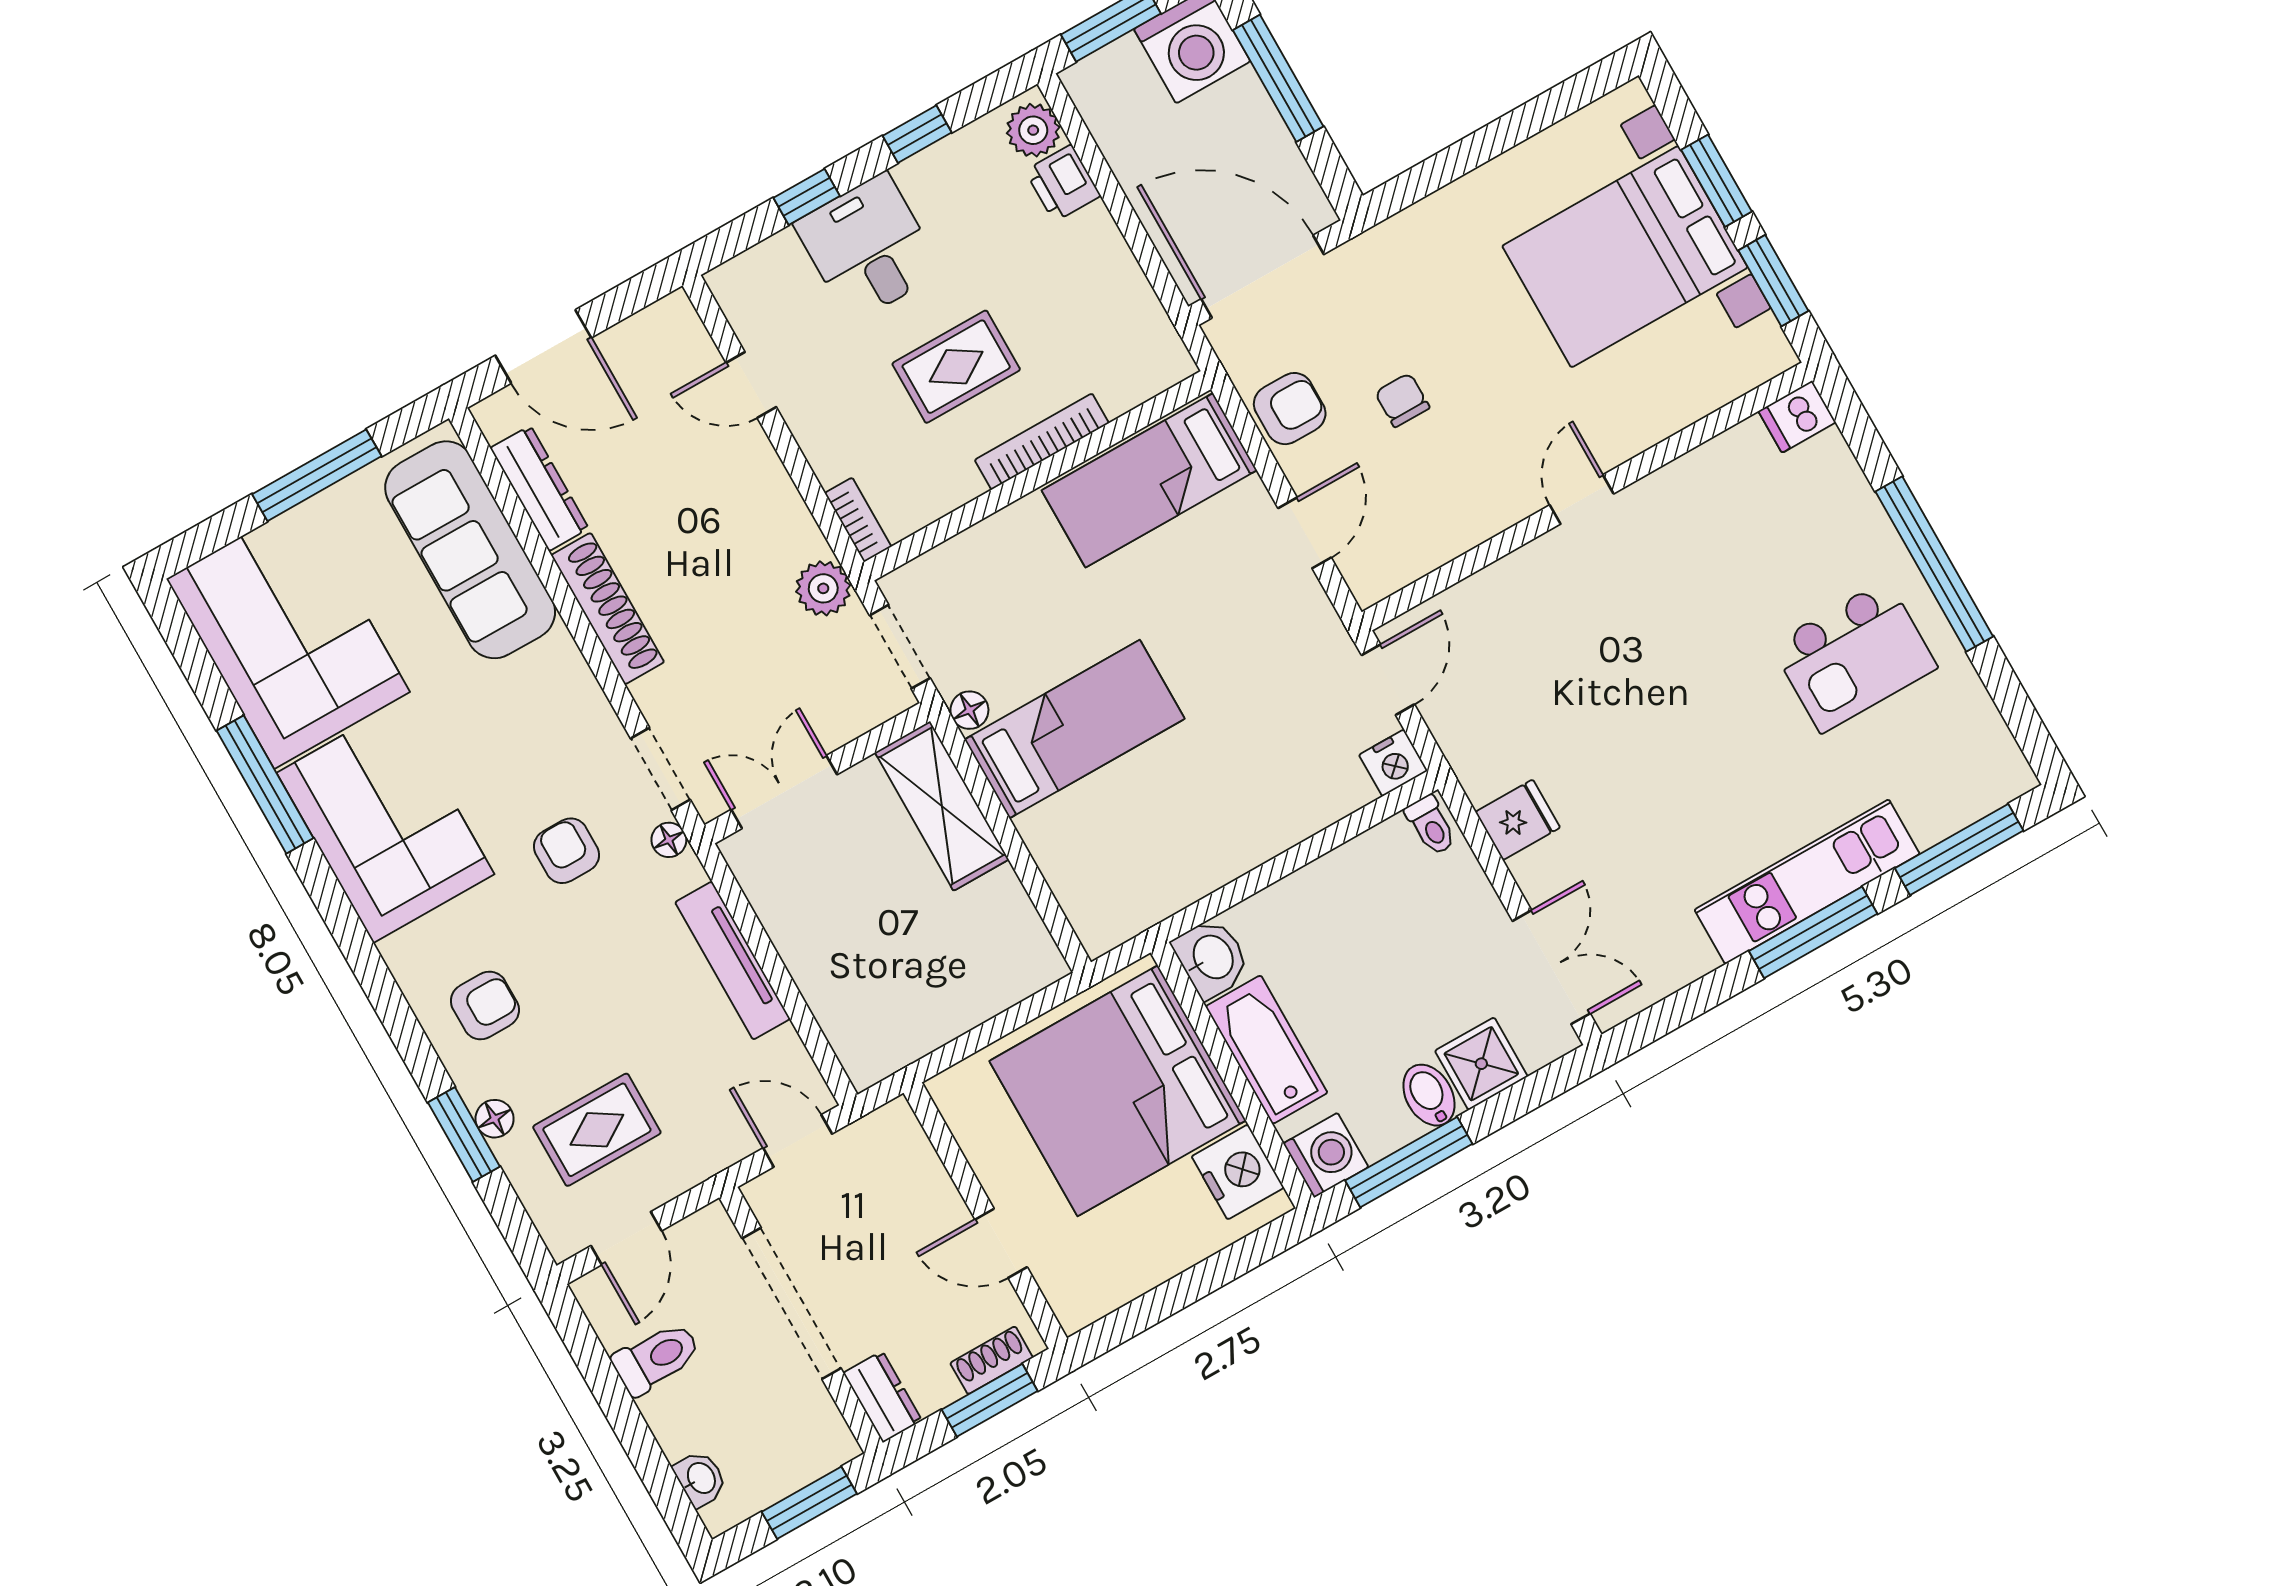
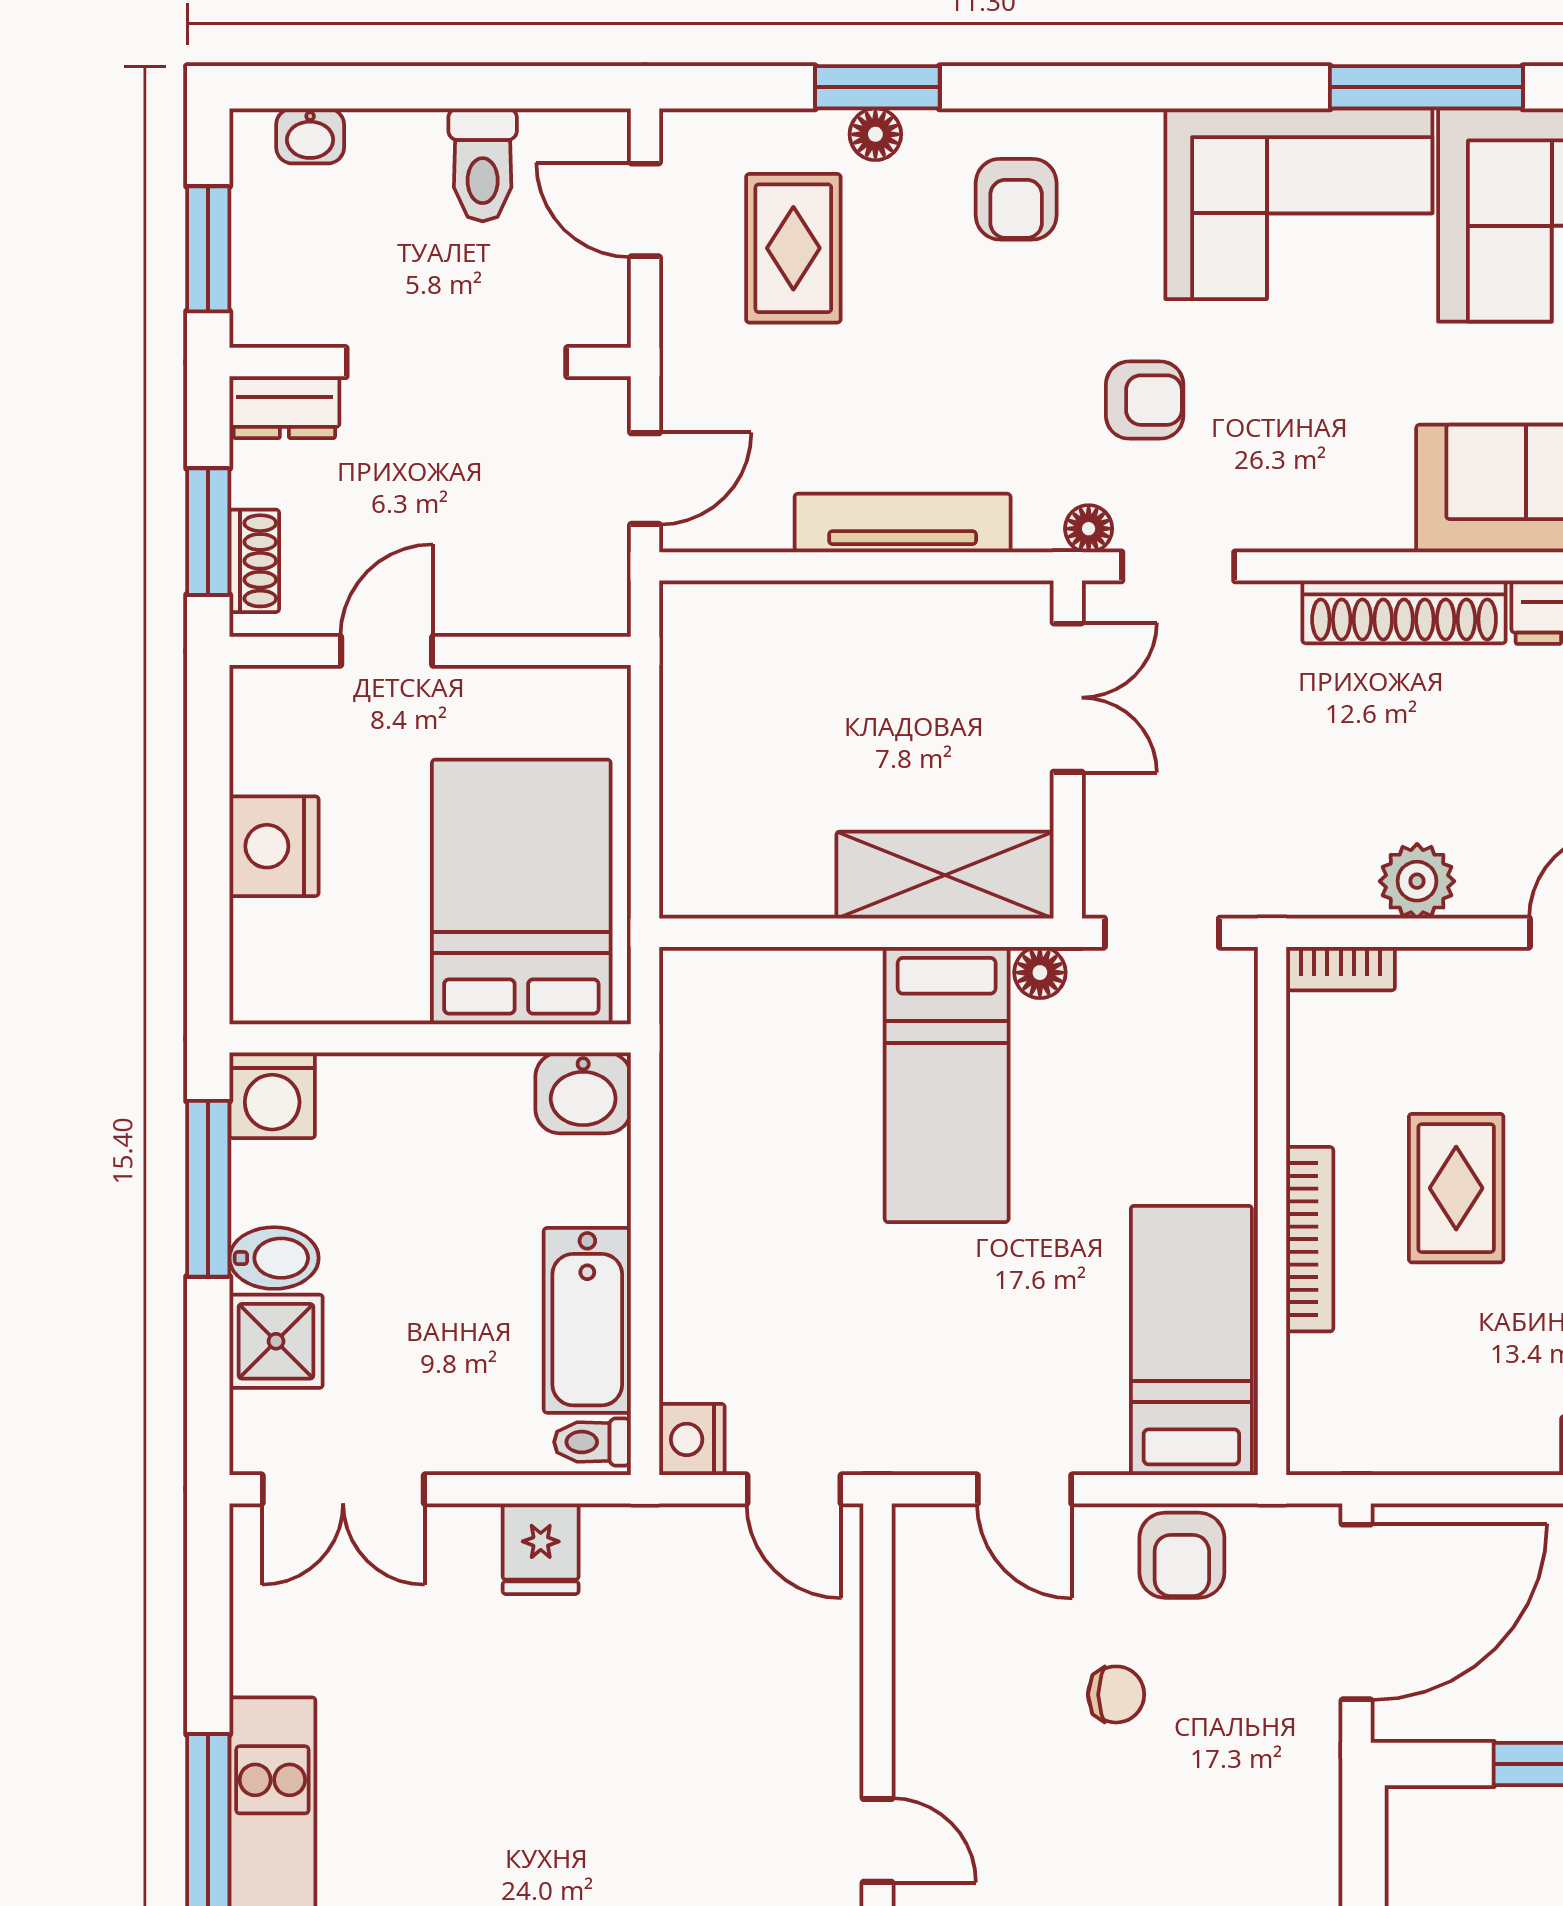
plant: (823, 588) -> (1417, 881), moved
bathtub: (1267, 1050) -> (587, 1320), moved, turned 90
bed: (1118, 1091) -> (521, 892), width x0.73
nightstand: (1238, 1172) -> (274, 846), moved, turned 90

